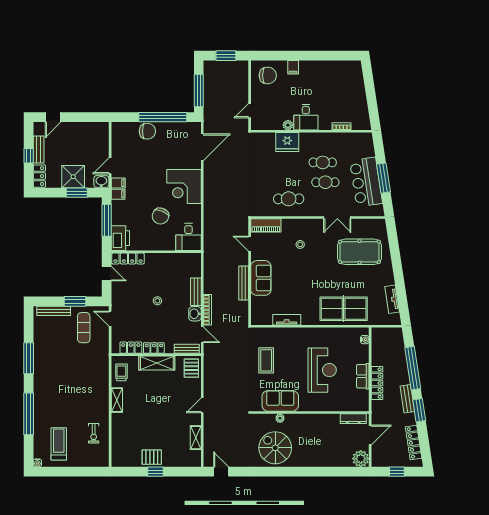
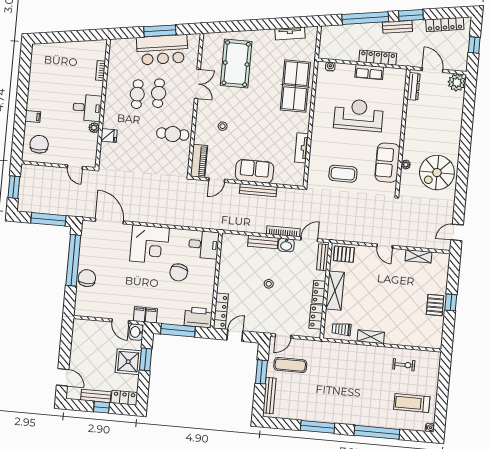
fridge: (287, 142) -> (109, 135), width x0.53, depth x0.75
cafe table: (289, 199) -> (173, 134), turned 90
chair: (160, 216) -> (179, 272), turned 77

